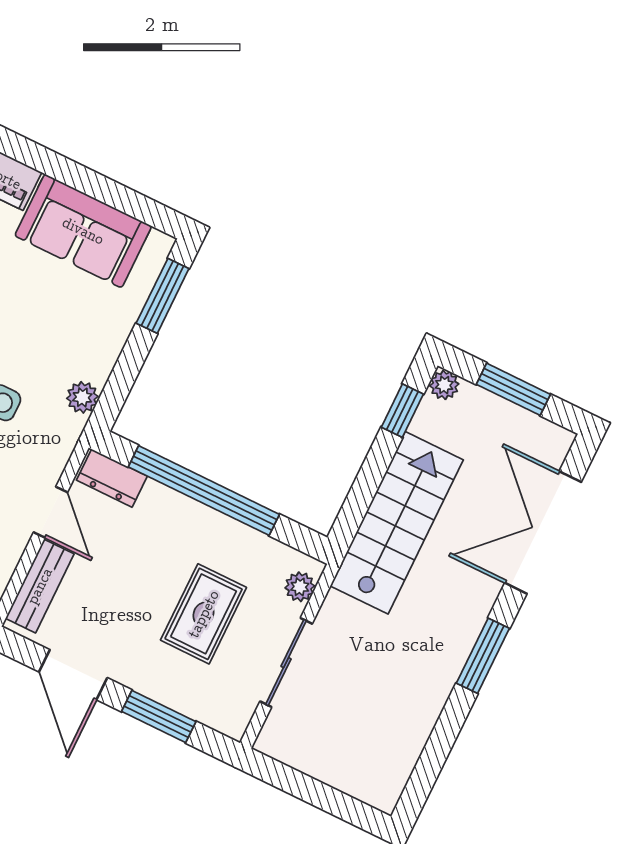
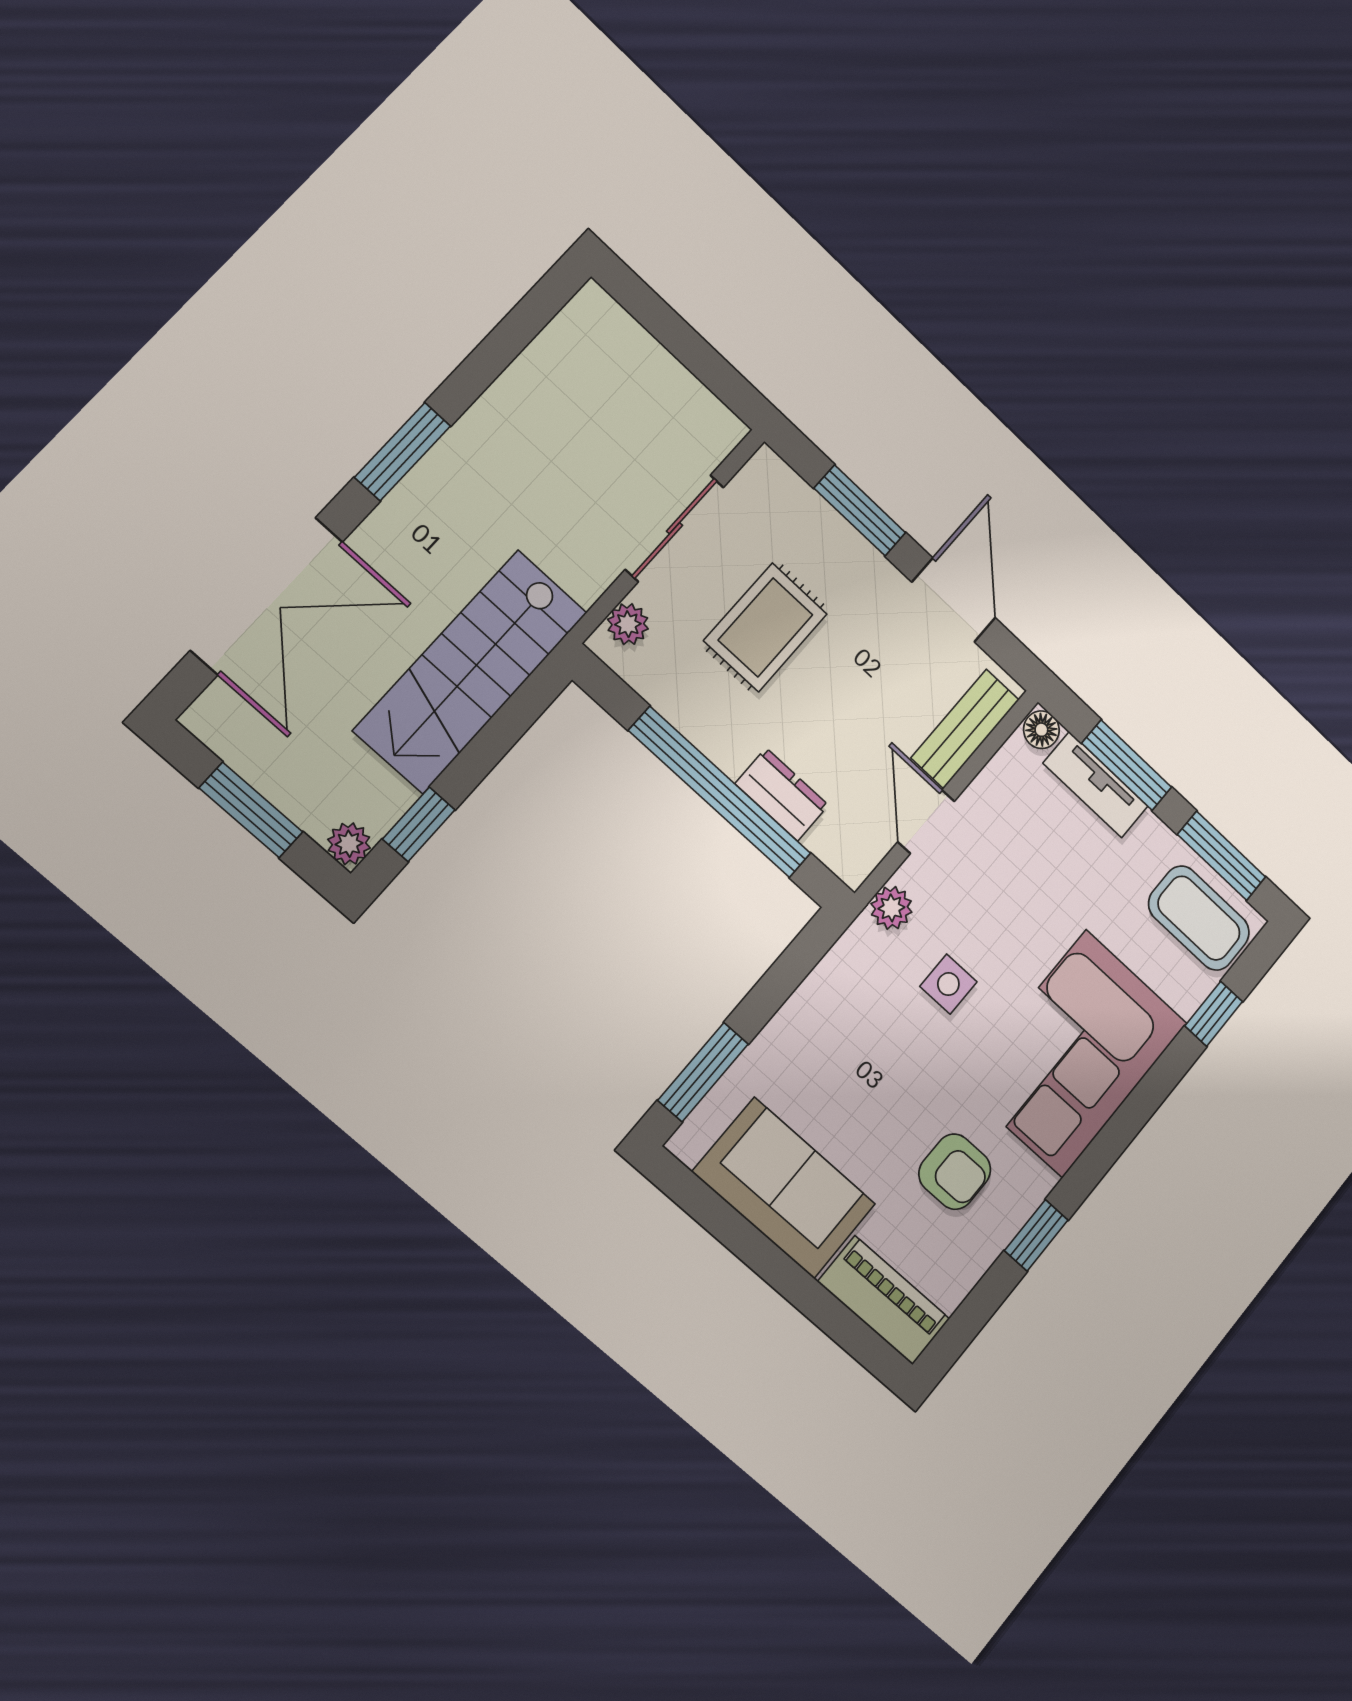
plant: (82, 397) -> (891, 908), moved
dresser: (112, 478) -> (782, 794), moved

